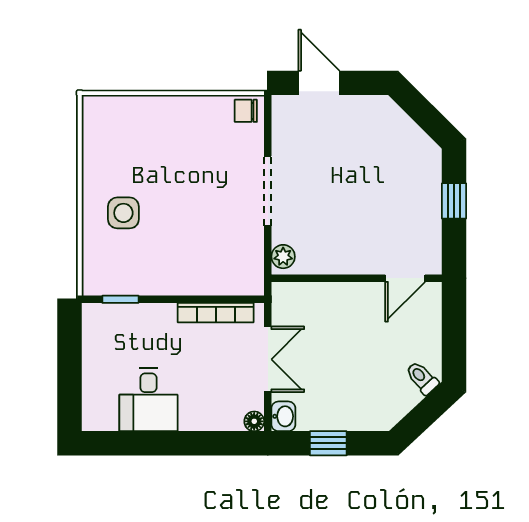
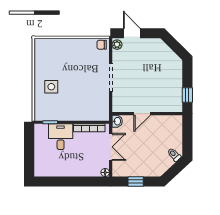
window: (454, 201) -> (187, 95), moved
plant: (283, 257) -> (117, 45), moved
door: (405, 278) -> (142, 114), moved
desk: (148, 400) -> (61, 137), moved, turned 180
washbasin: (283, 416) -> (117, 121), moved

